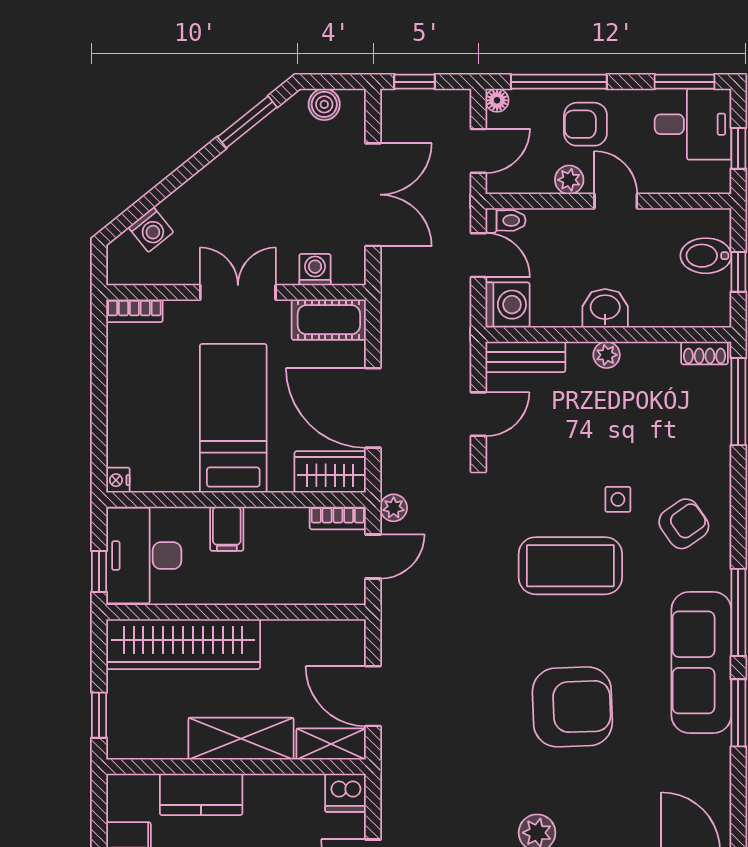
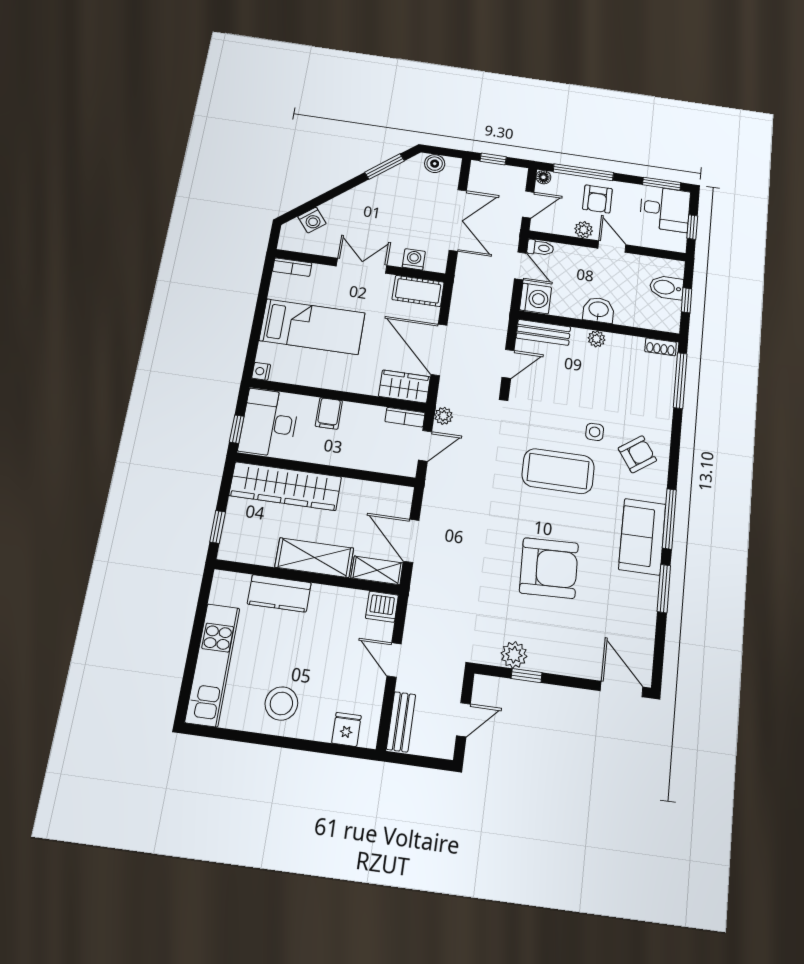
armchair: (585, 124) -> (597, 199), turned -90
bed: (233, 418) -> (312, 327), moved, turned 90
sofa: (701, 662) -> (642, 537), width x0.73

